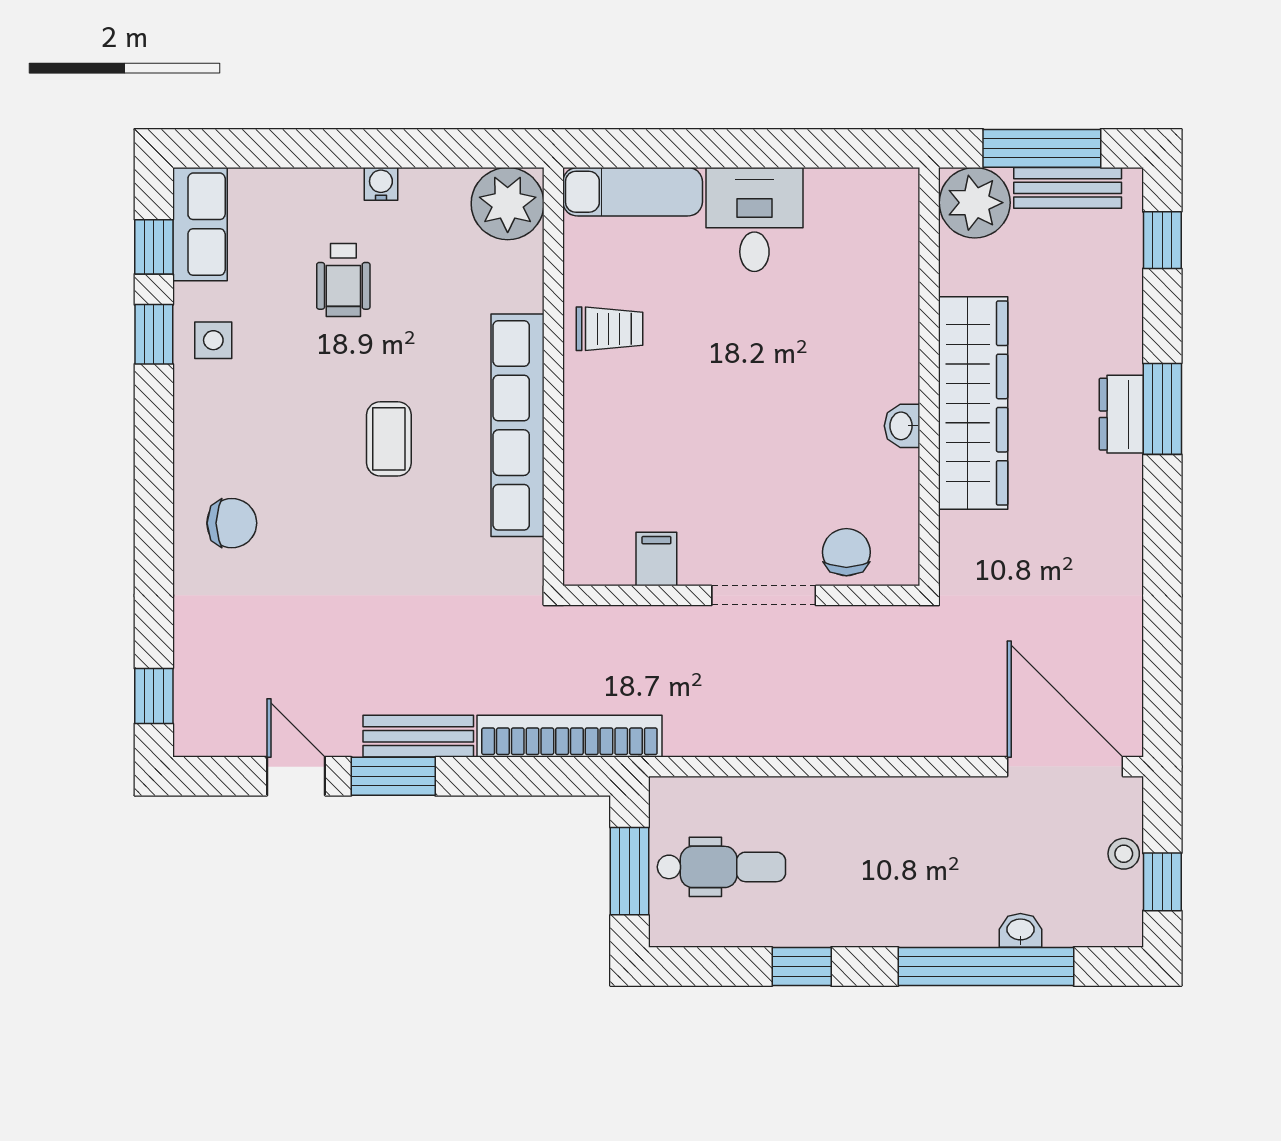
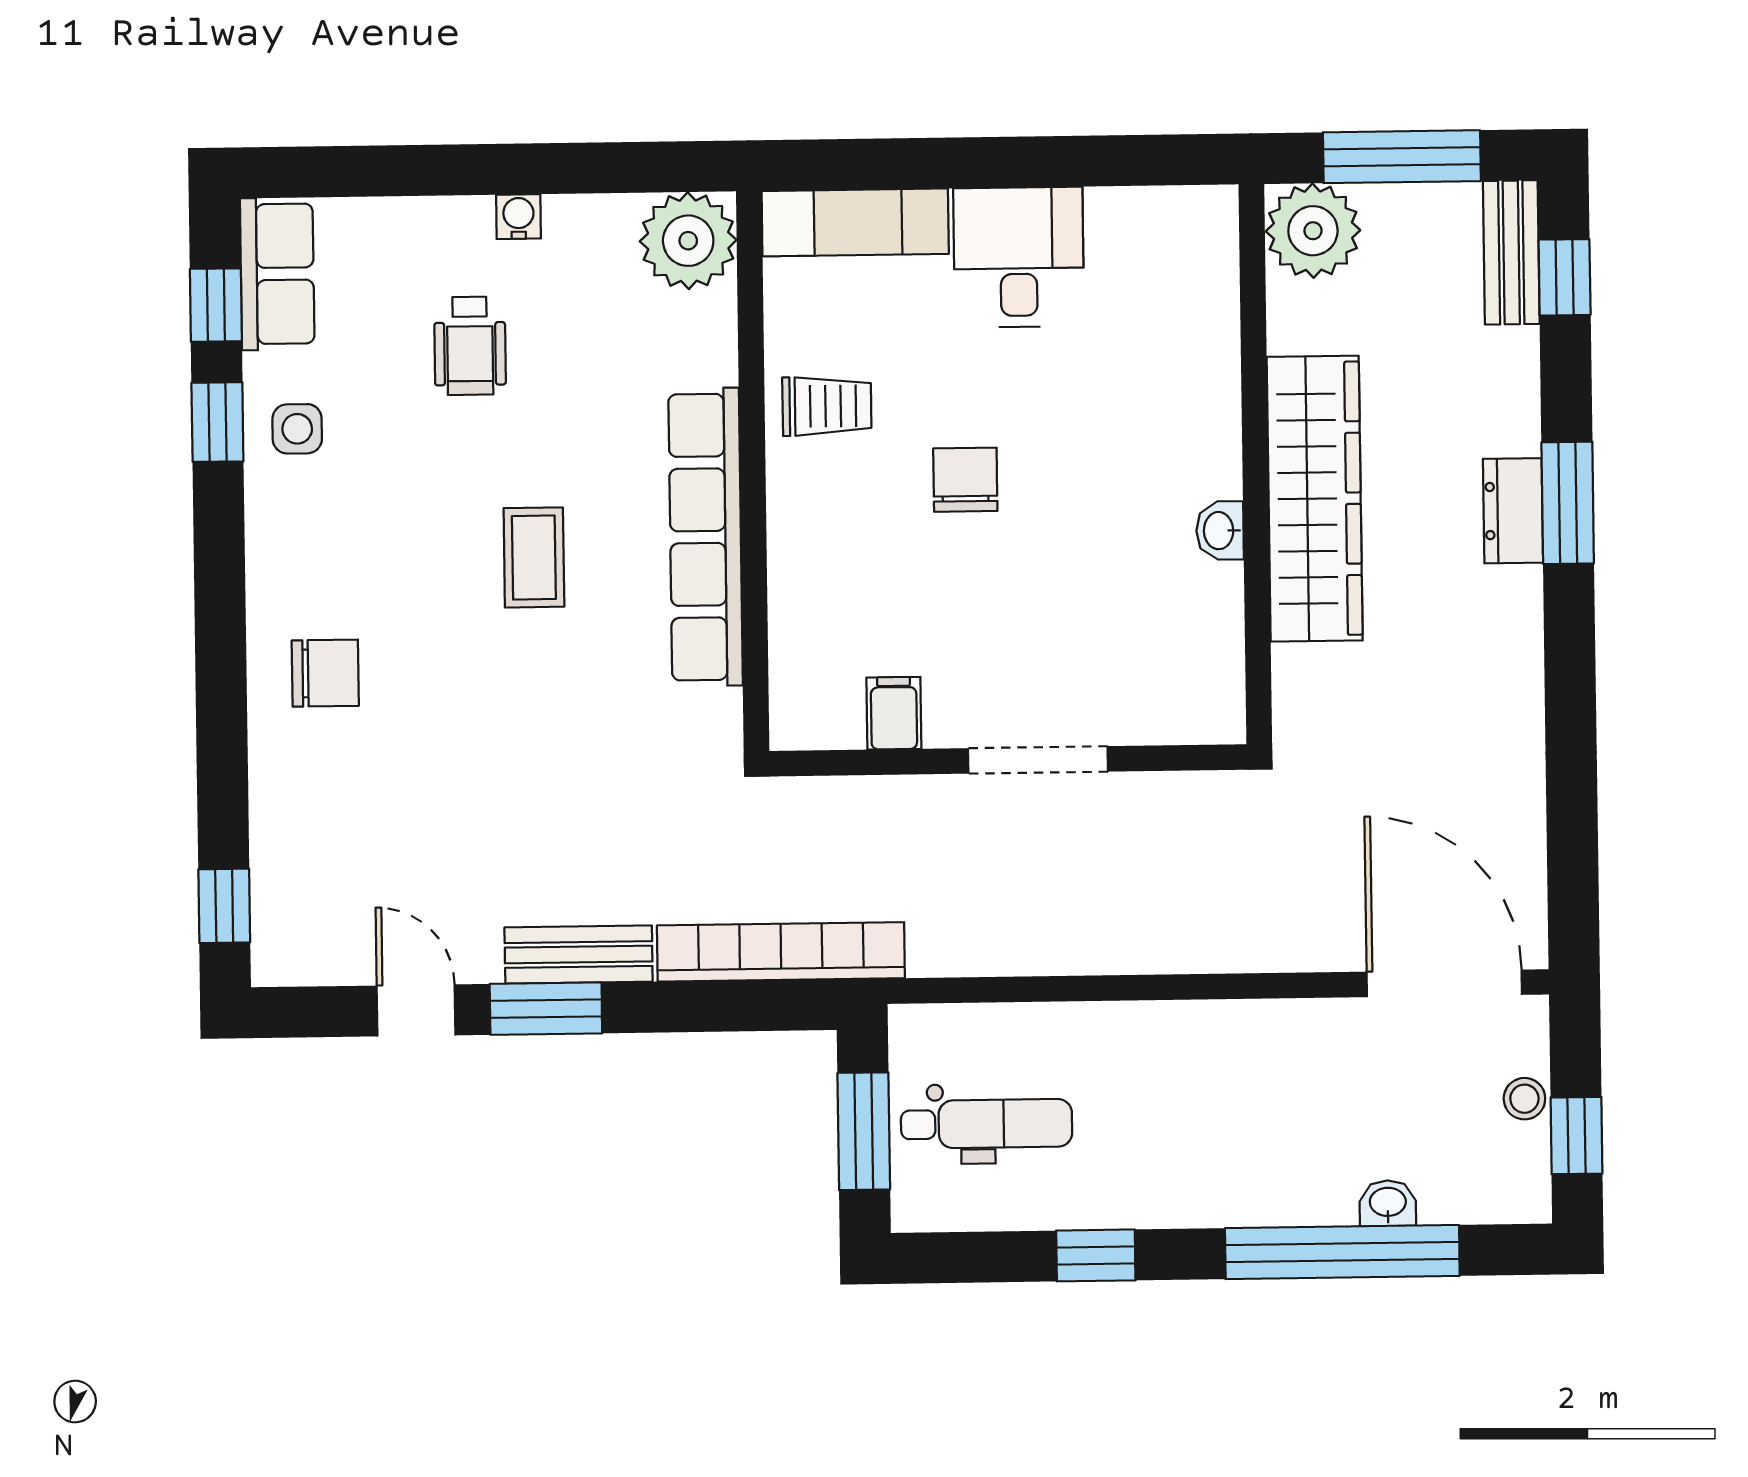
bench: (1068, 188) -> (1511, 252), moved, turned 90
chair: (846, 552) -> (965, 480), moved

